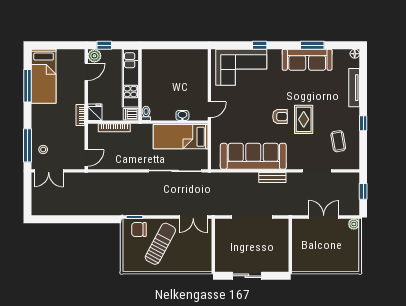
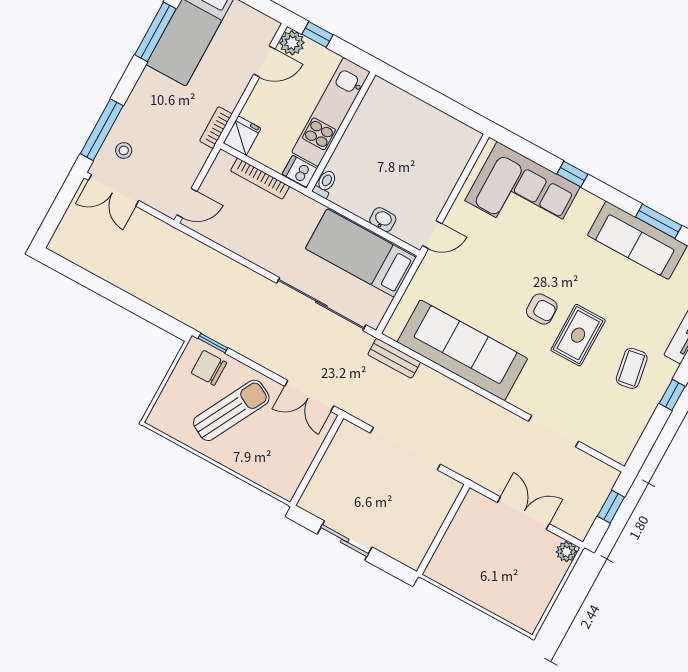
coffee table: (338, 141) -> (632, 368), moved
bench: (272, 177) -> (394, 358), moved

